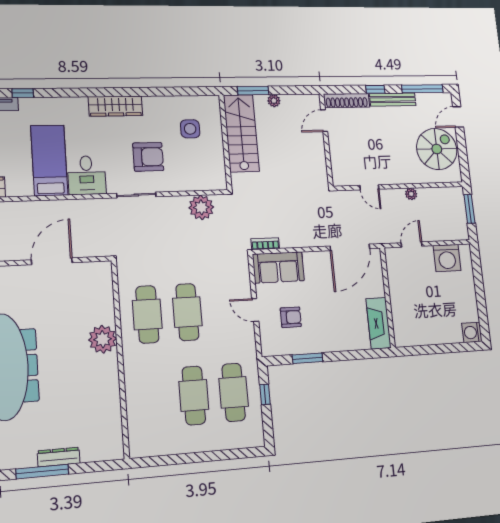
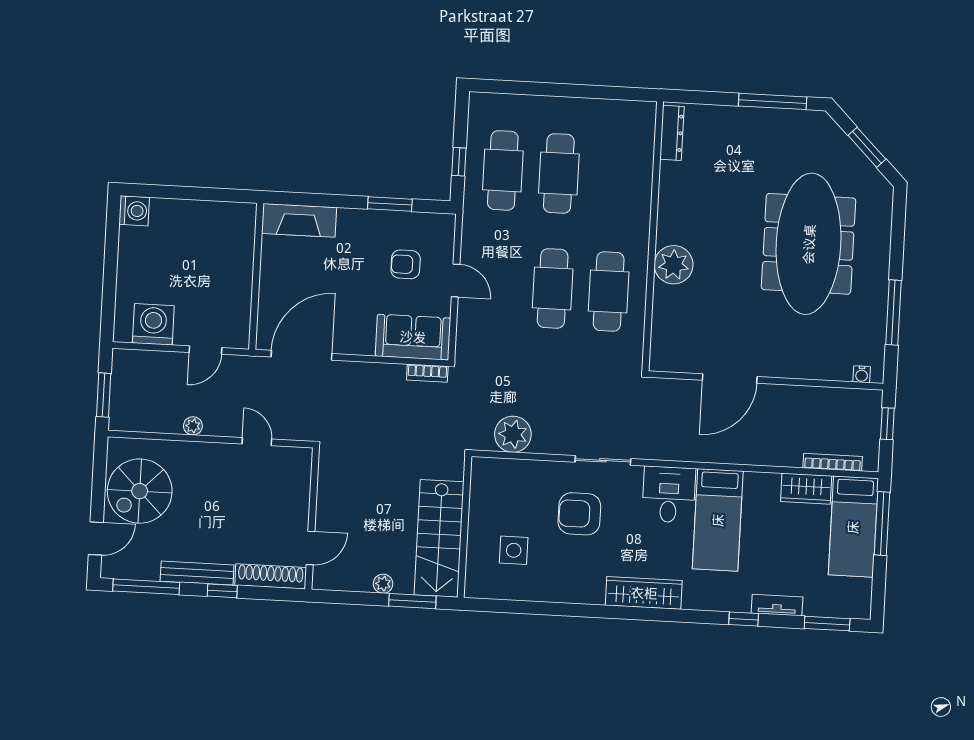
wardrobe: (115, 106) -> (644, 593), moved
fireplace: (379, 323) -> (299, 220), moved, turned 90
dresser: (59, 457) -> (672, 133), moved, turned -90

